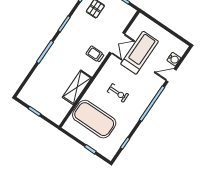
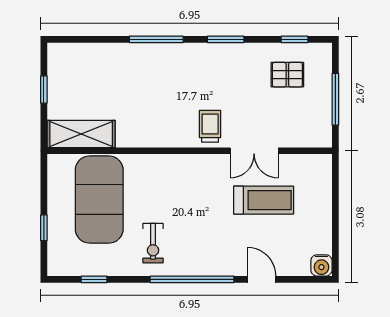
treadmill: (140, 53) -> (264, 200), width x0.73, depth x0.73
water cooler: (174, 59) -> (321, 265), moved
shelving: (77, 87) -> (81, 134), moved
exercise bike: (118, 93) -> (153, 243), moved

